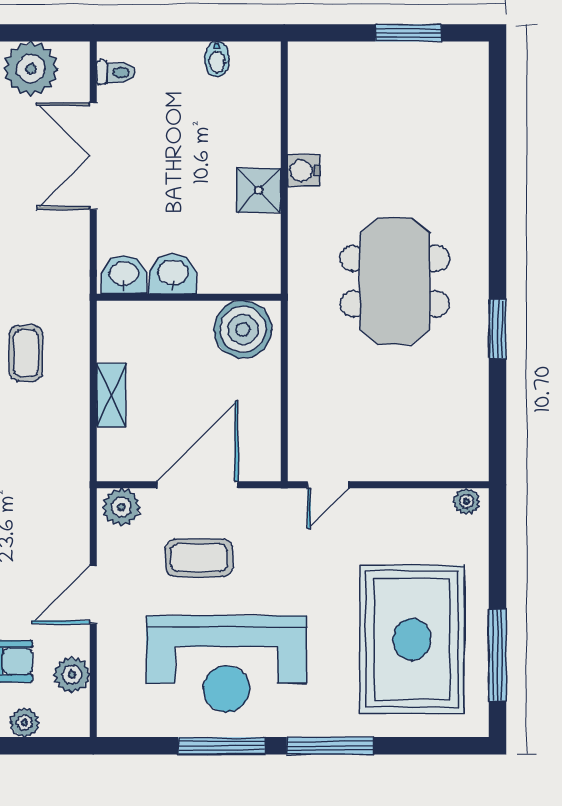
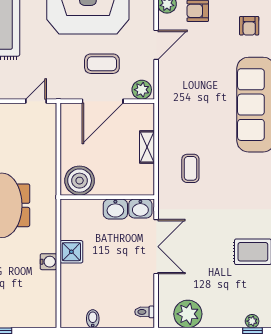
double door: (93, 156) -> (156, 247), moved

